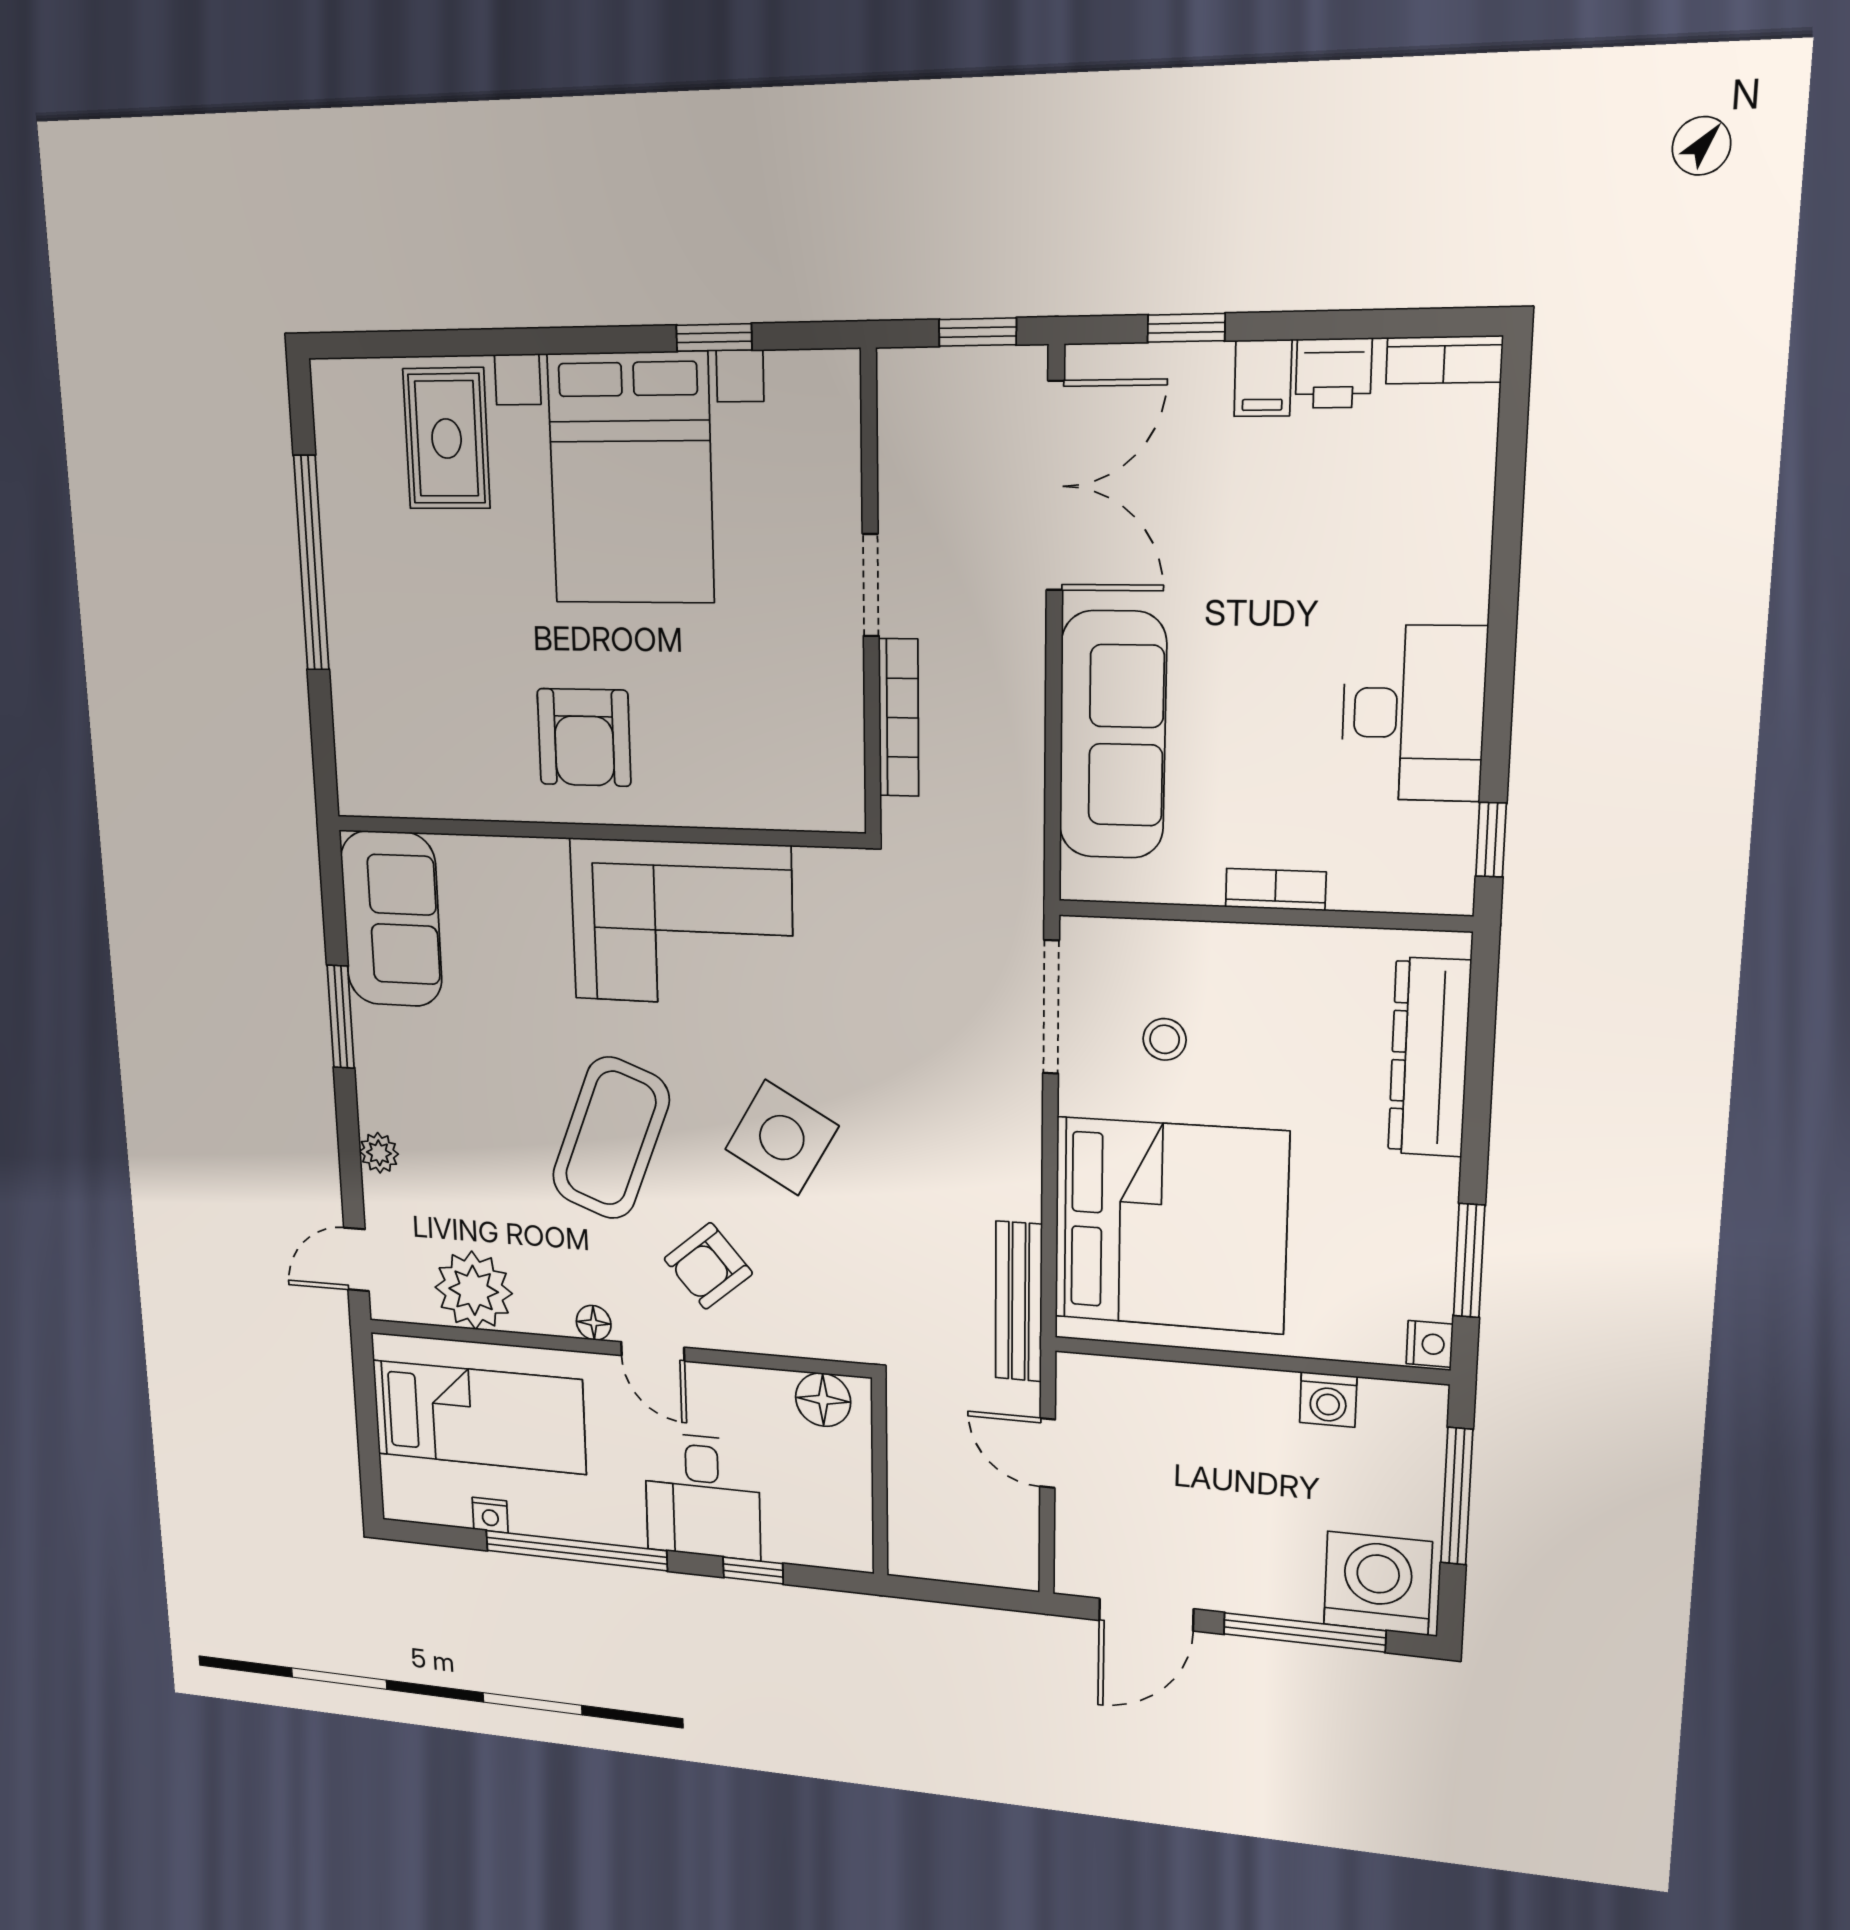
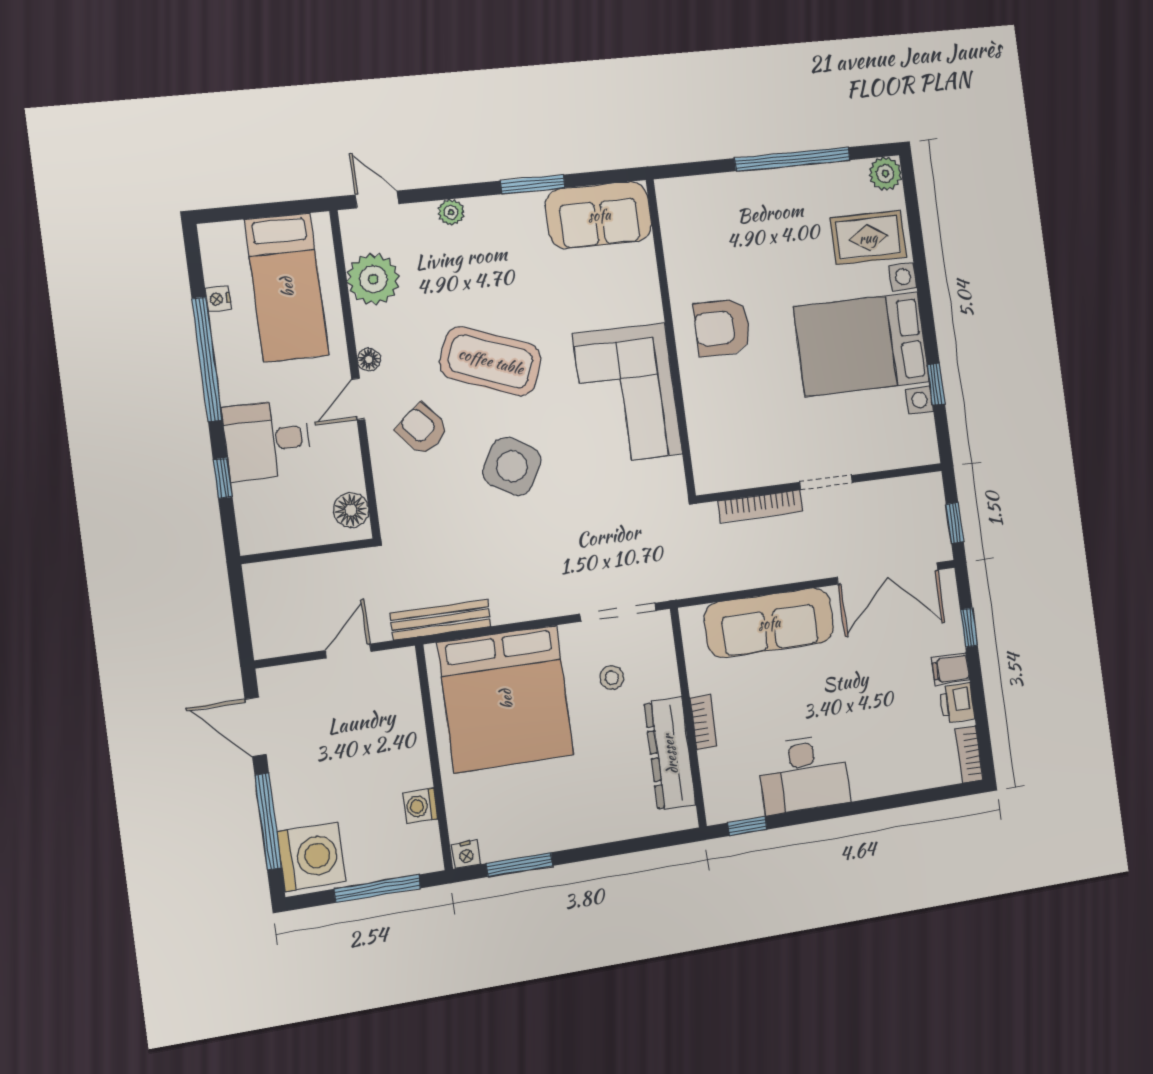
plant: (339, 390) -> (885, 174), added
dresser: (1429, 1057) -> (670, 754), moved, turned -90

